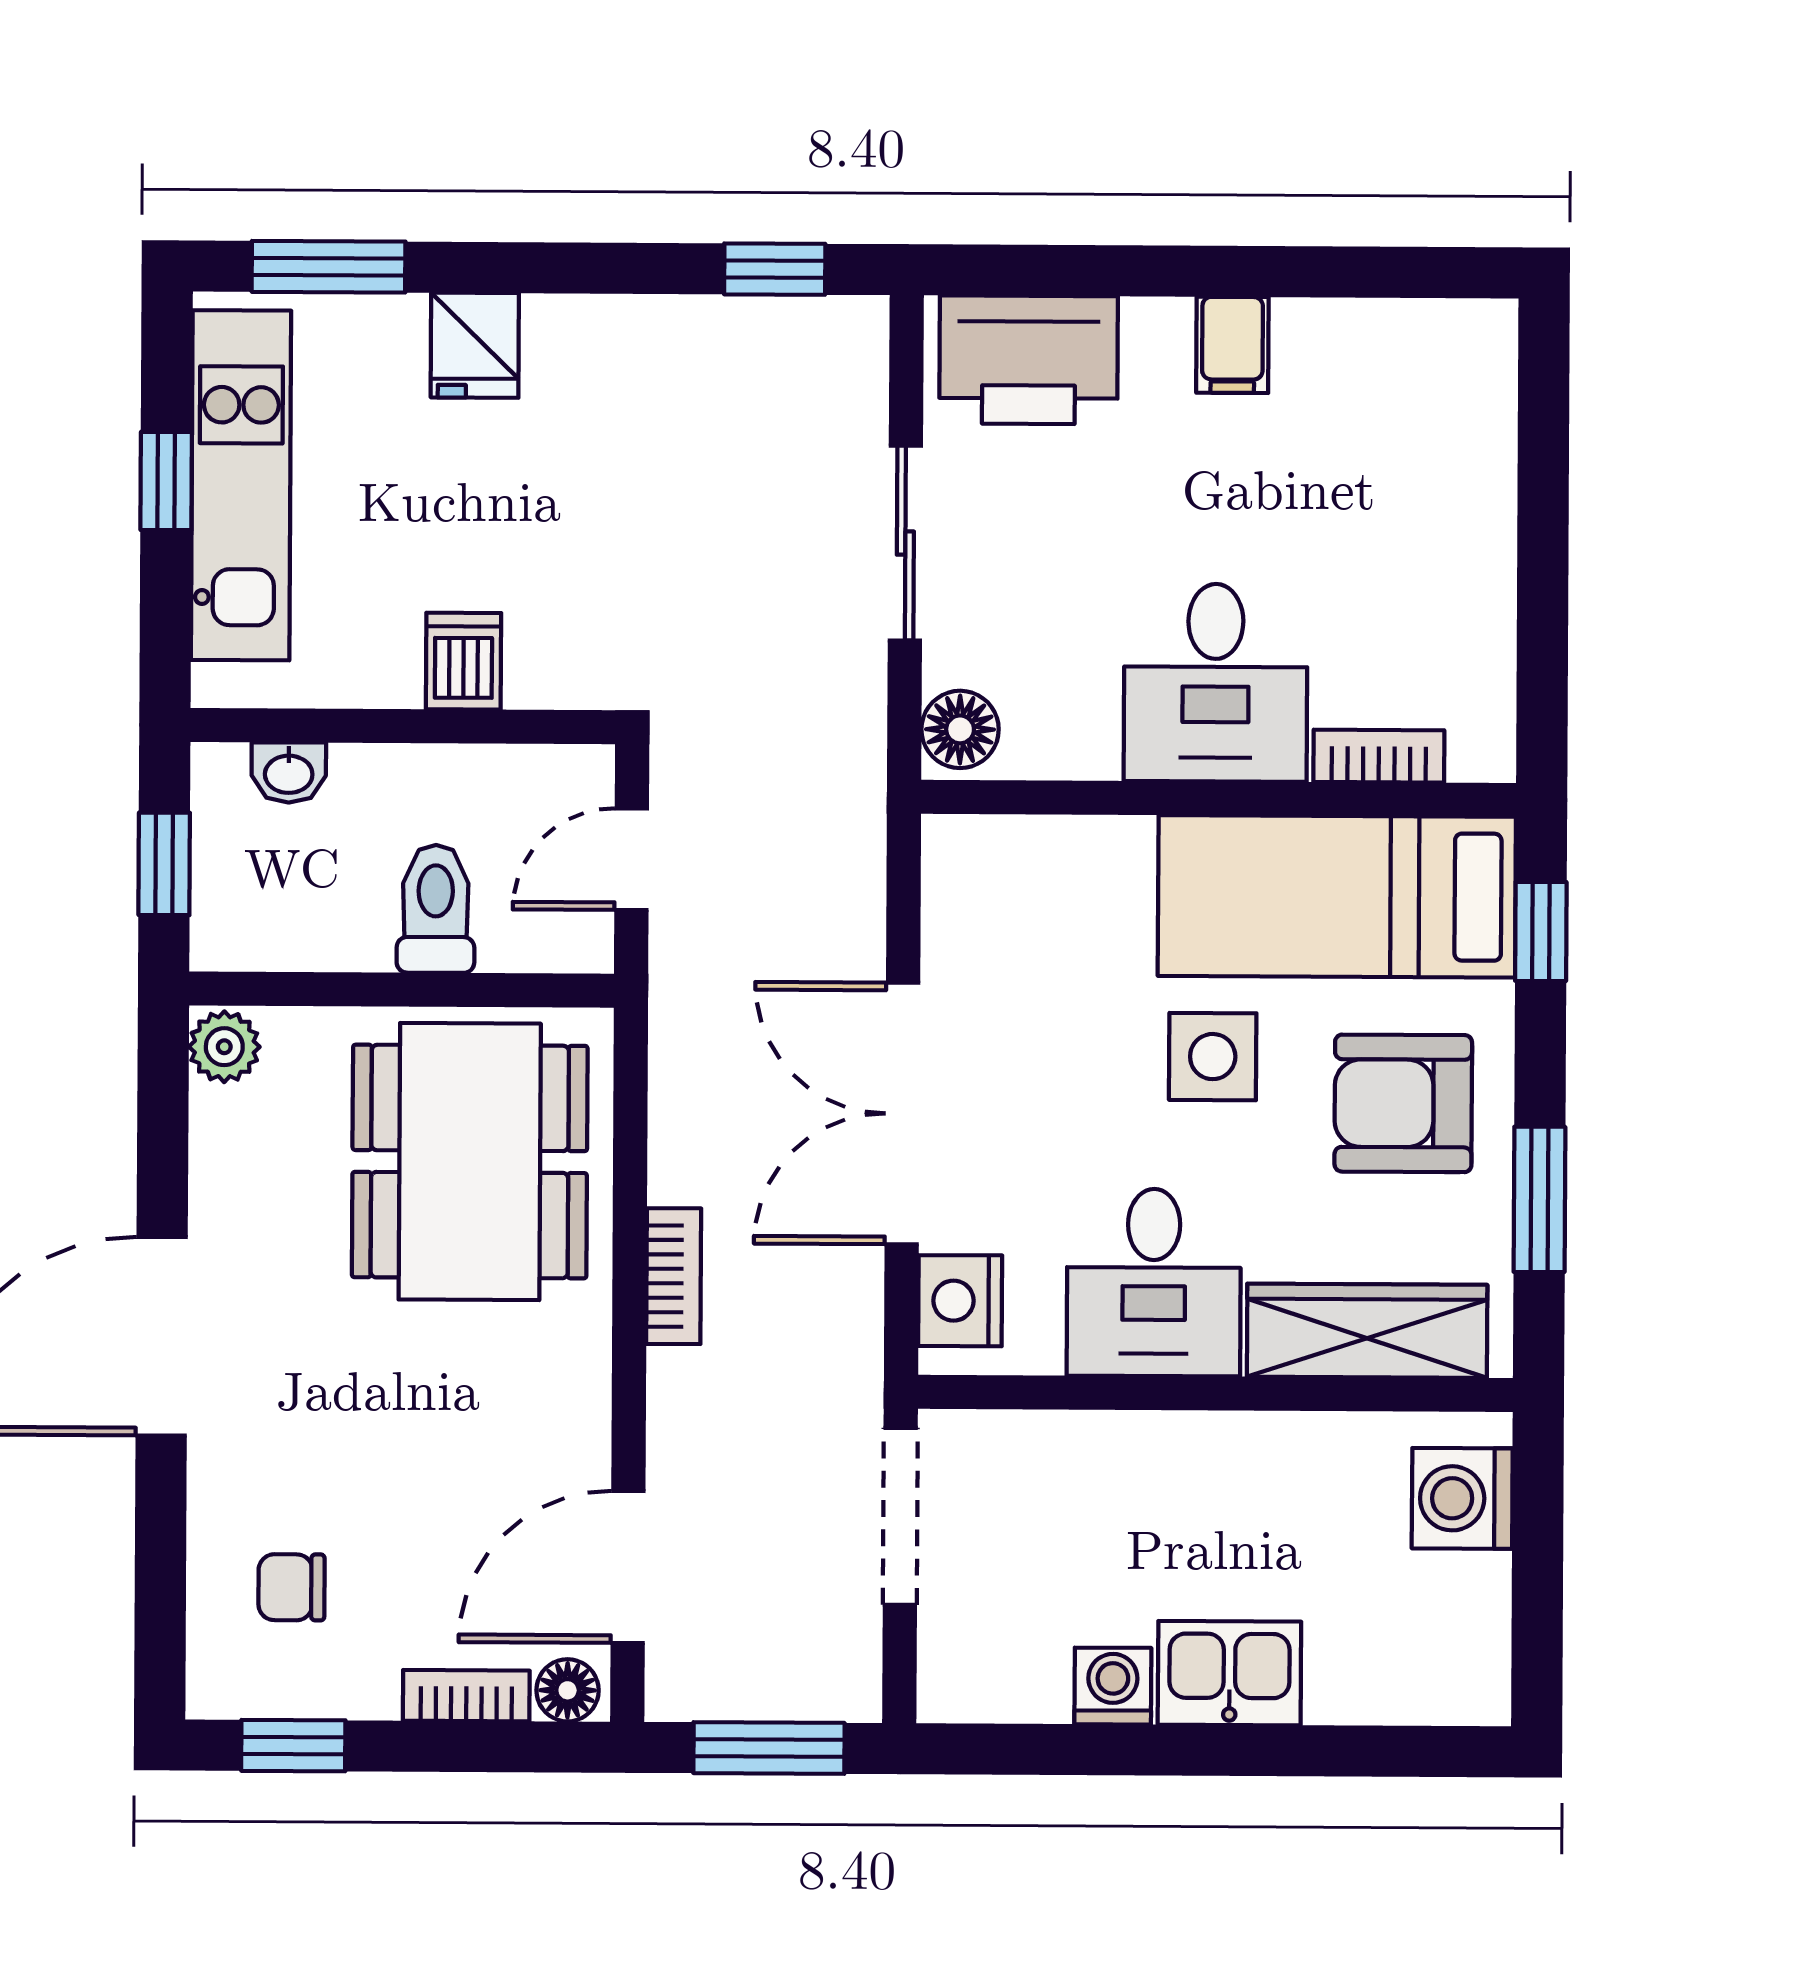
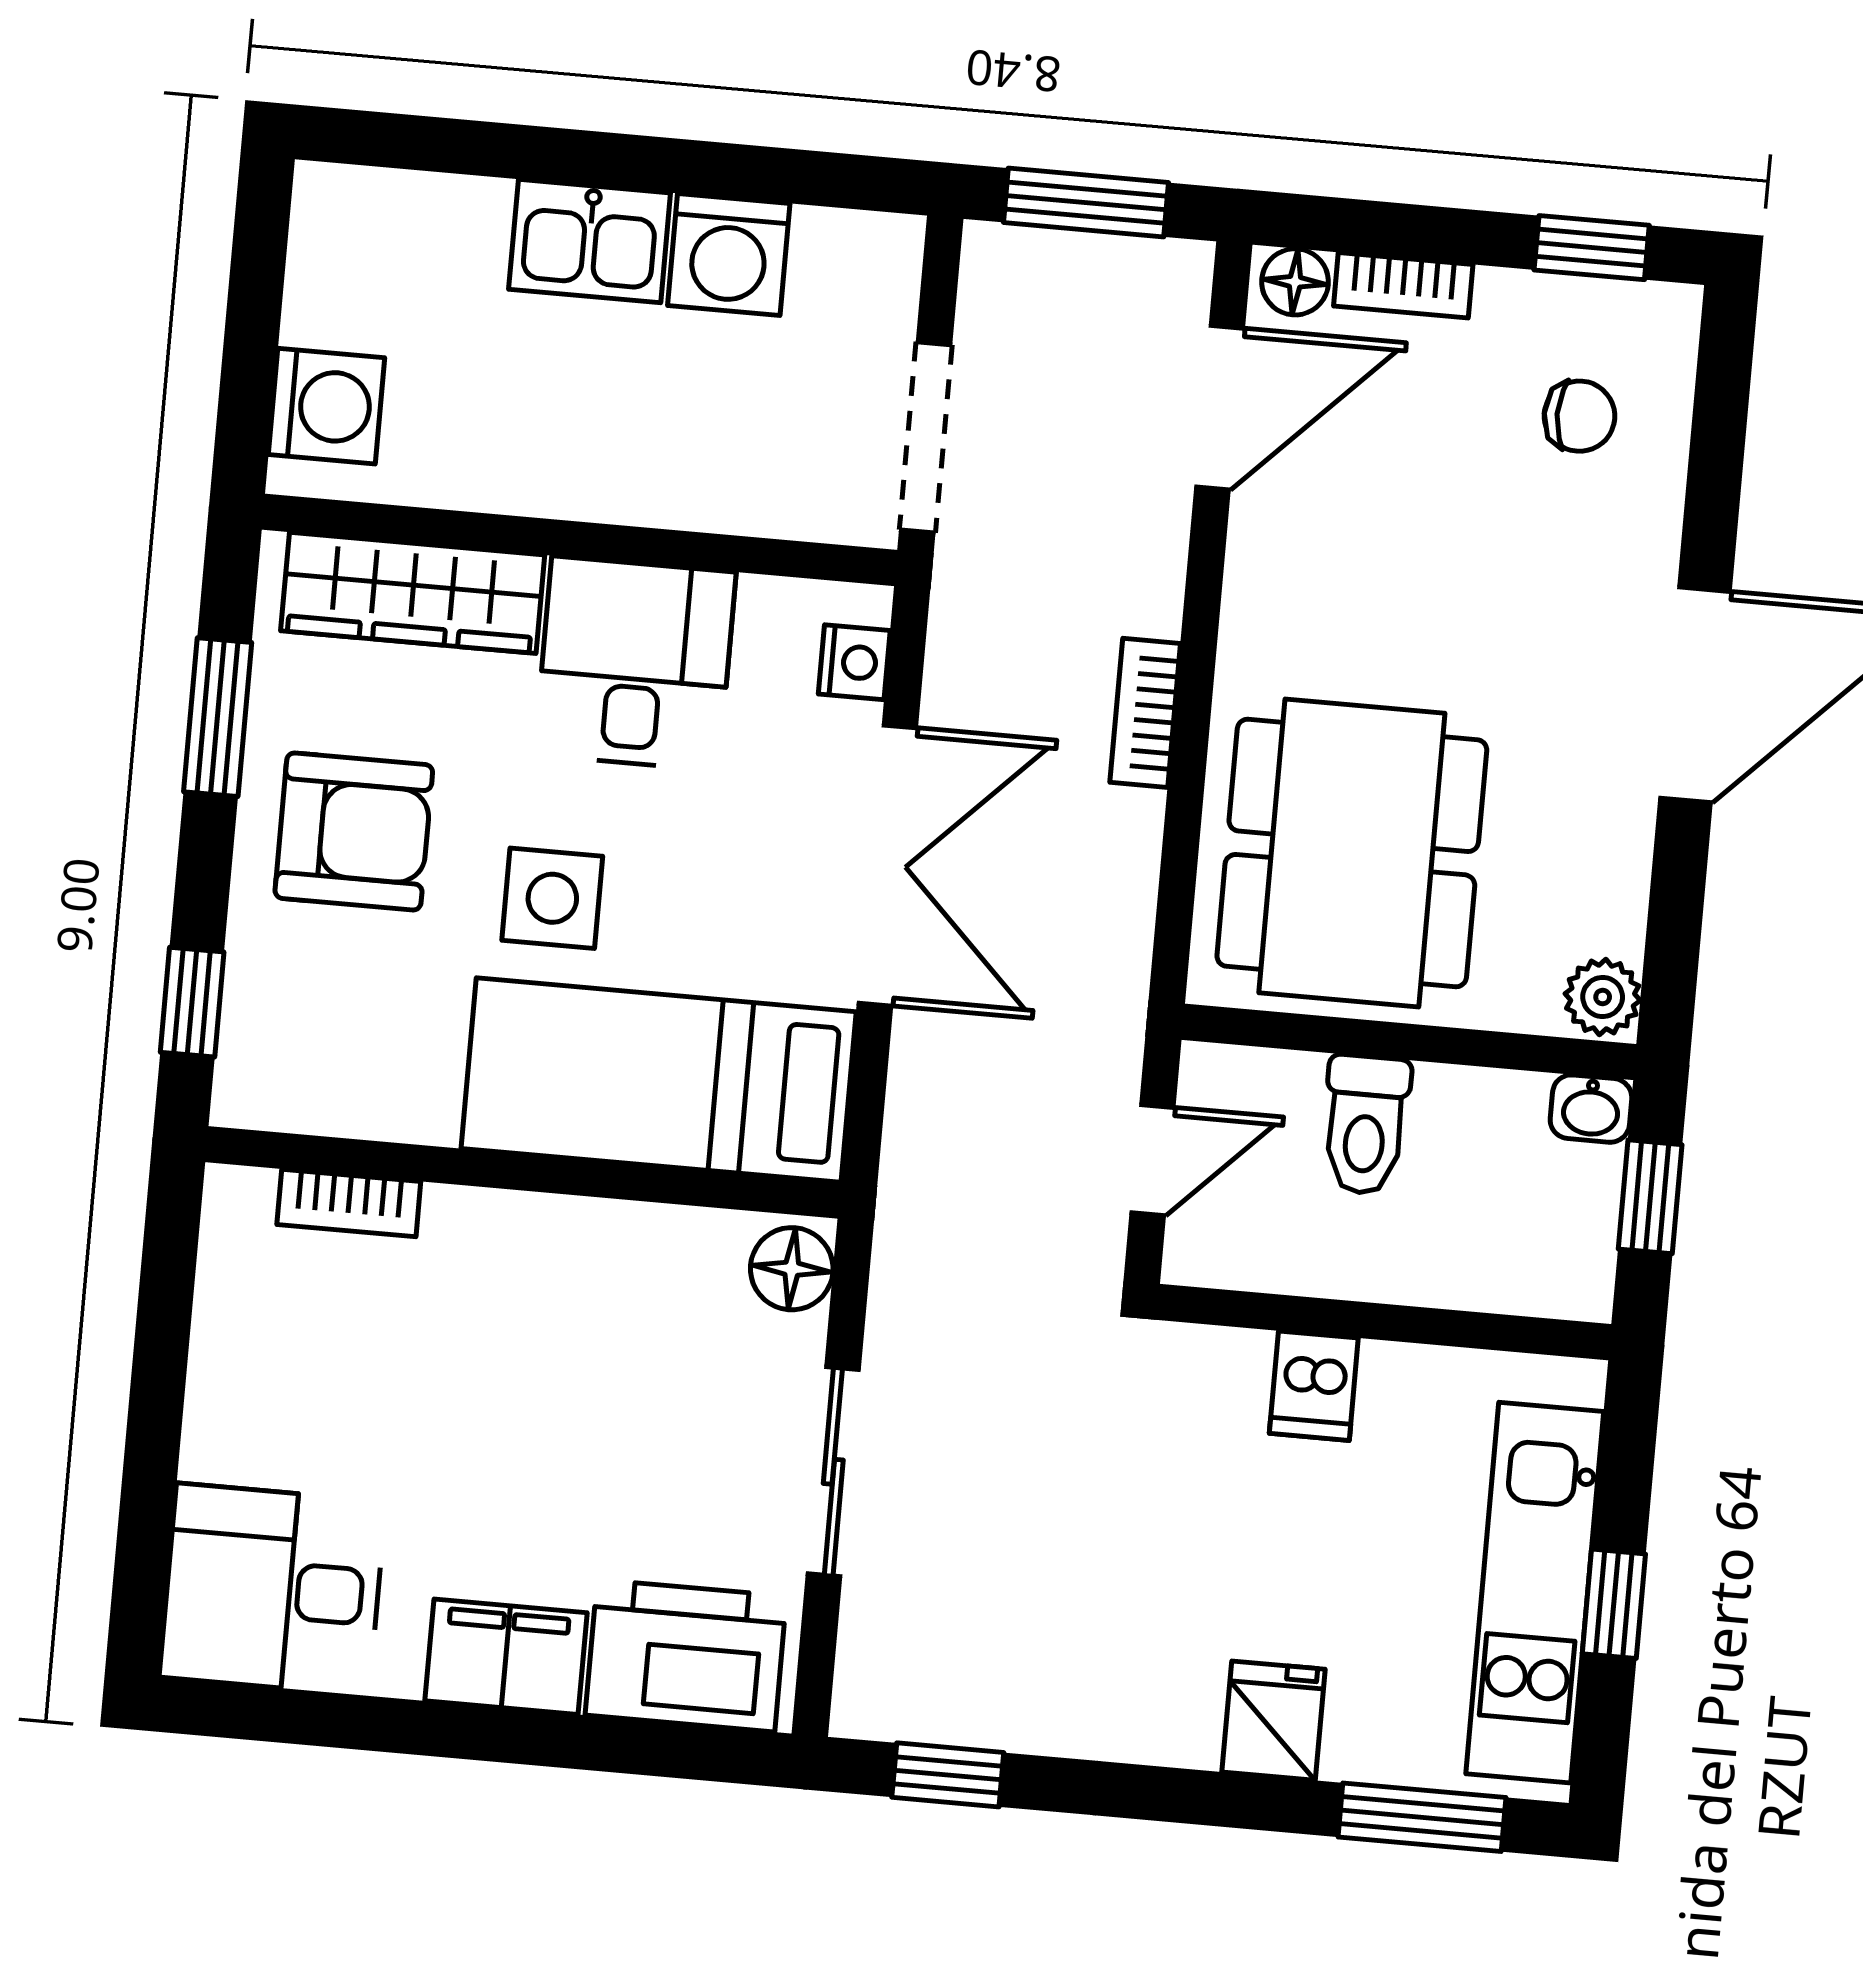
filing cabinet: (1232, 345) -> (506, 1657), width x2.00
desk: (1216, 683) -> (273, 1589), moved, turned -90
washbasin: (289, 773) -> (1591, 1109), moved, turned 180
bed: (1337, 896) -> (659, 1080), moved, turned 180
nightstand: (960, 1301) -> (854, 662), width x0.72, depth x0.74
washing machine: (1113, 1686) -> (729, 254), width x1.38, depth x1.38

